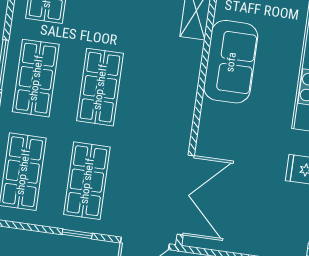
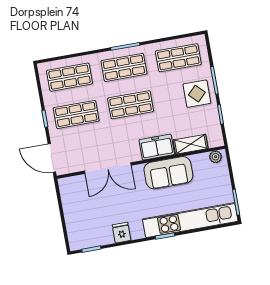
freezer: (183, 67) -> (157, 147), added
double door: (186, 195) -> (108, 168), moved

